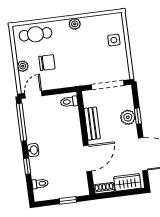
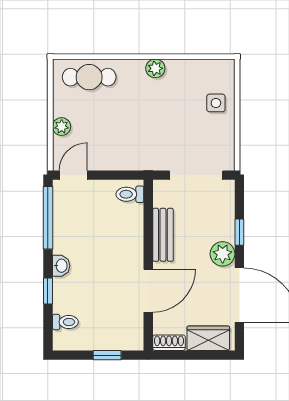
chair: (47, 63) -> (102, 126), removed
plant: (128, 117) -> (223, 254), moved

